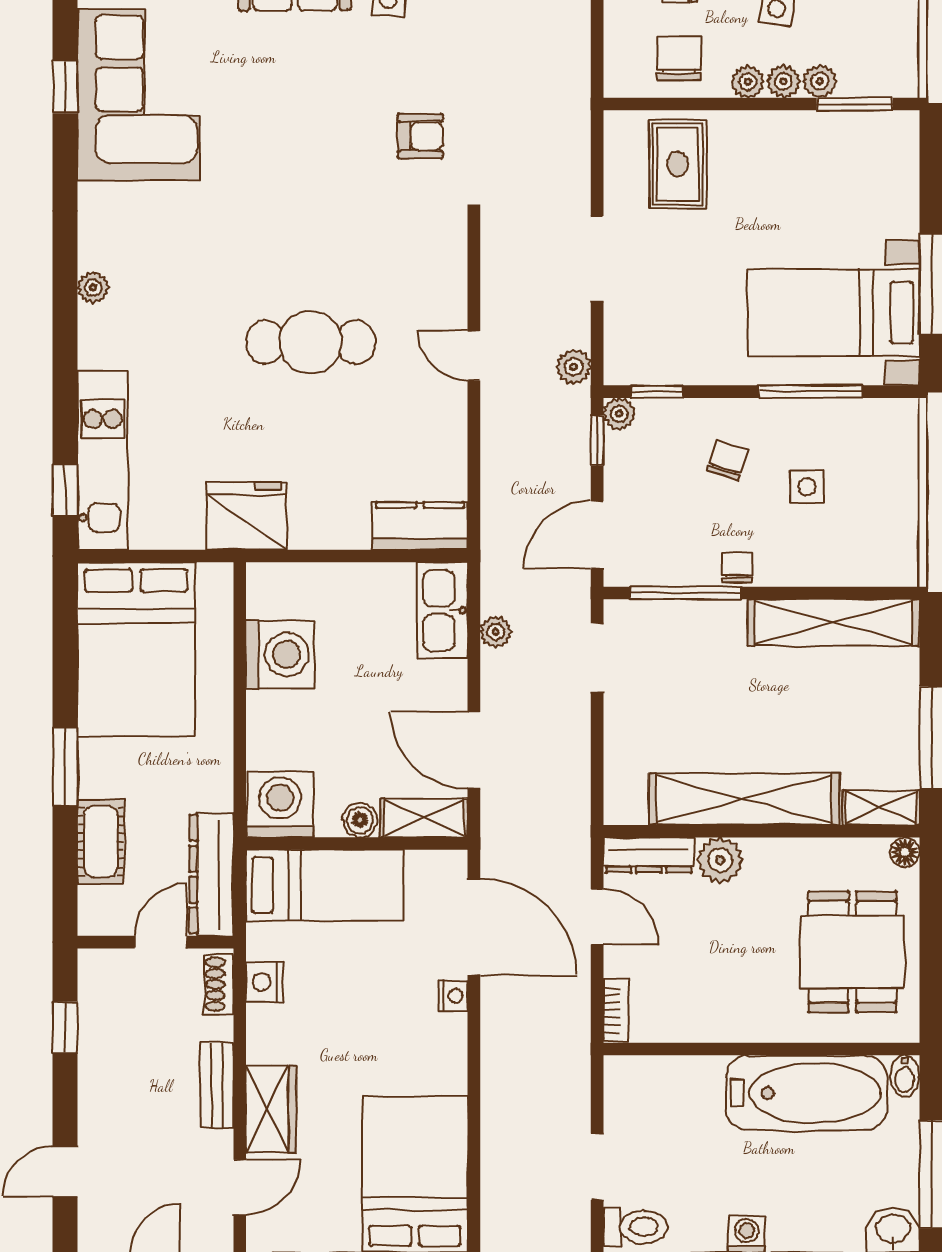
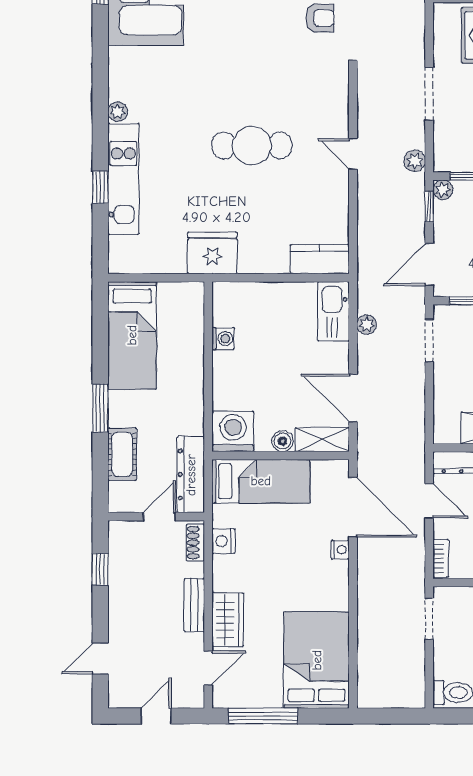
kitchen unit: (103, 460) -> (123, 179), moved
window: (65, 490) -> (100, 188), moved
bed: (136, 649) -> (132, 335), width x0.67
washing machine: (280, 654) -> (223, 339), width x0.53, depth x0.53
doorway: (597, 1167) -> (429, 619), moved

